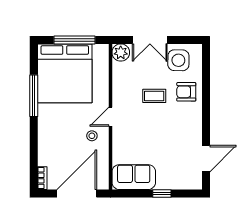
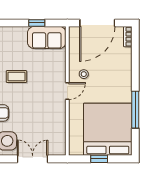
window: (75, 40) -> (99, 159), width x0.46
plant: (121, 52) -> (58, 148), removed
coffee table: (154, 96) -> (16, 77), moved
window: (162, 194) -> (37, 23), moved

